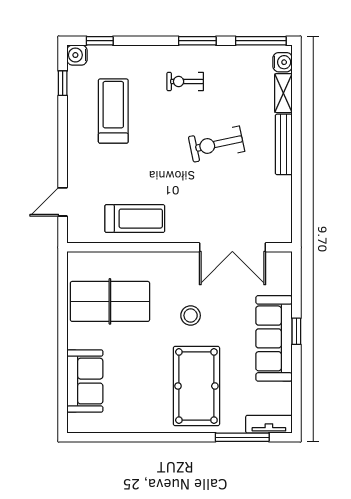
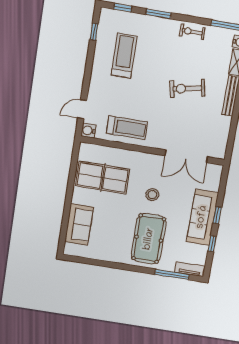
window: (197, 41) -> (159, 14), moved
water cooler: (77, 55) -> (88, 130), moved
exercise bike: (185, 81) -> (192, 32), moved
window: (296, 378) -> (212, 244), added

